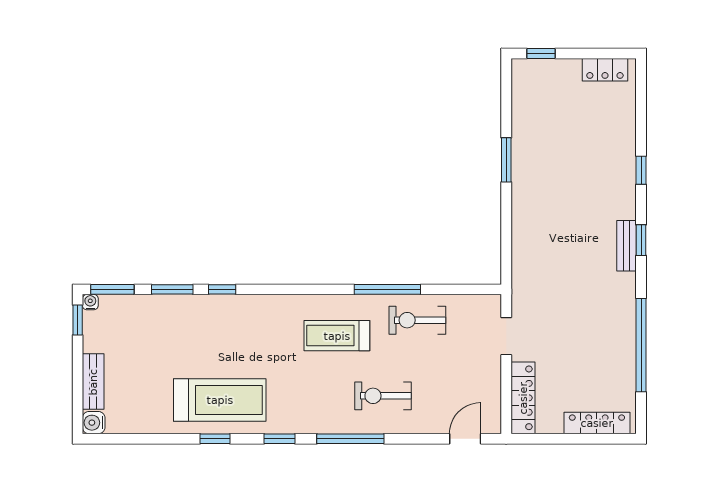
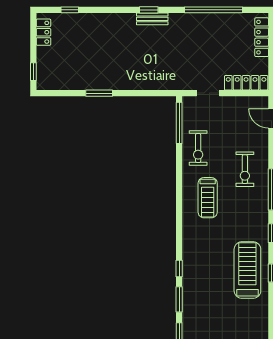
window: (641, 170) -> (70, 10), moved
window: (387, 289) -> (179, 123), moved

